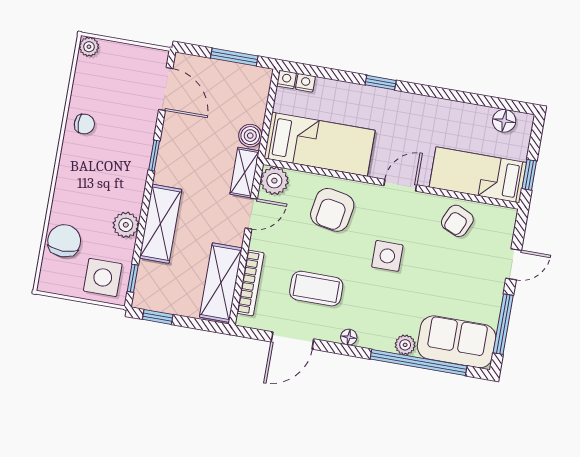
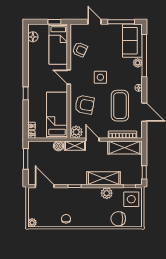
door: (166, 89) -> (45, 186), hinge flipped
coffee table: (316, 289) -> (120, 106), width x1.36, depth x1.32

